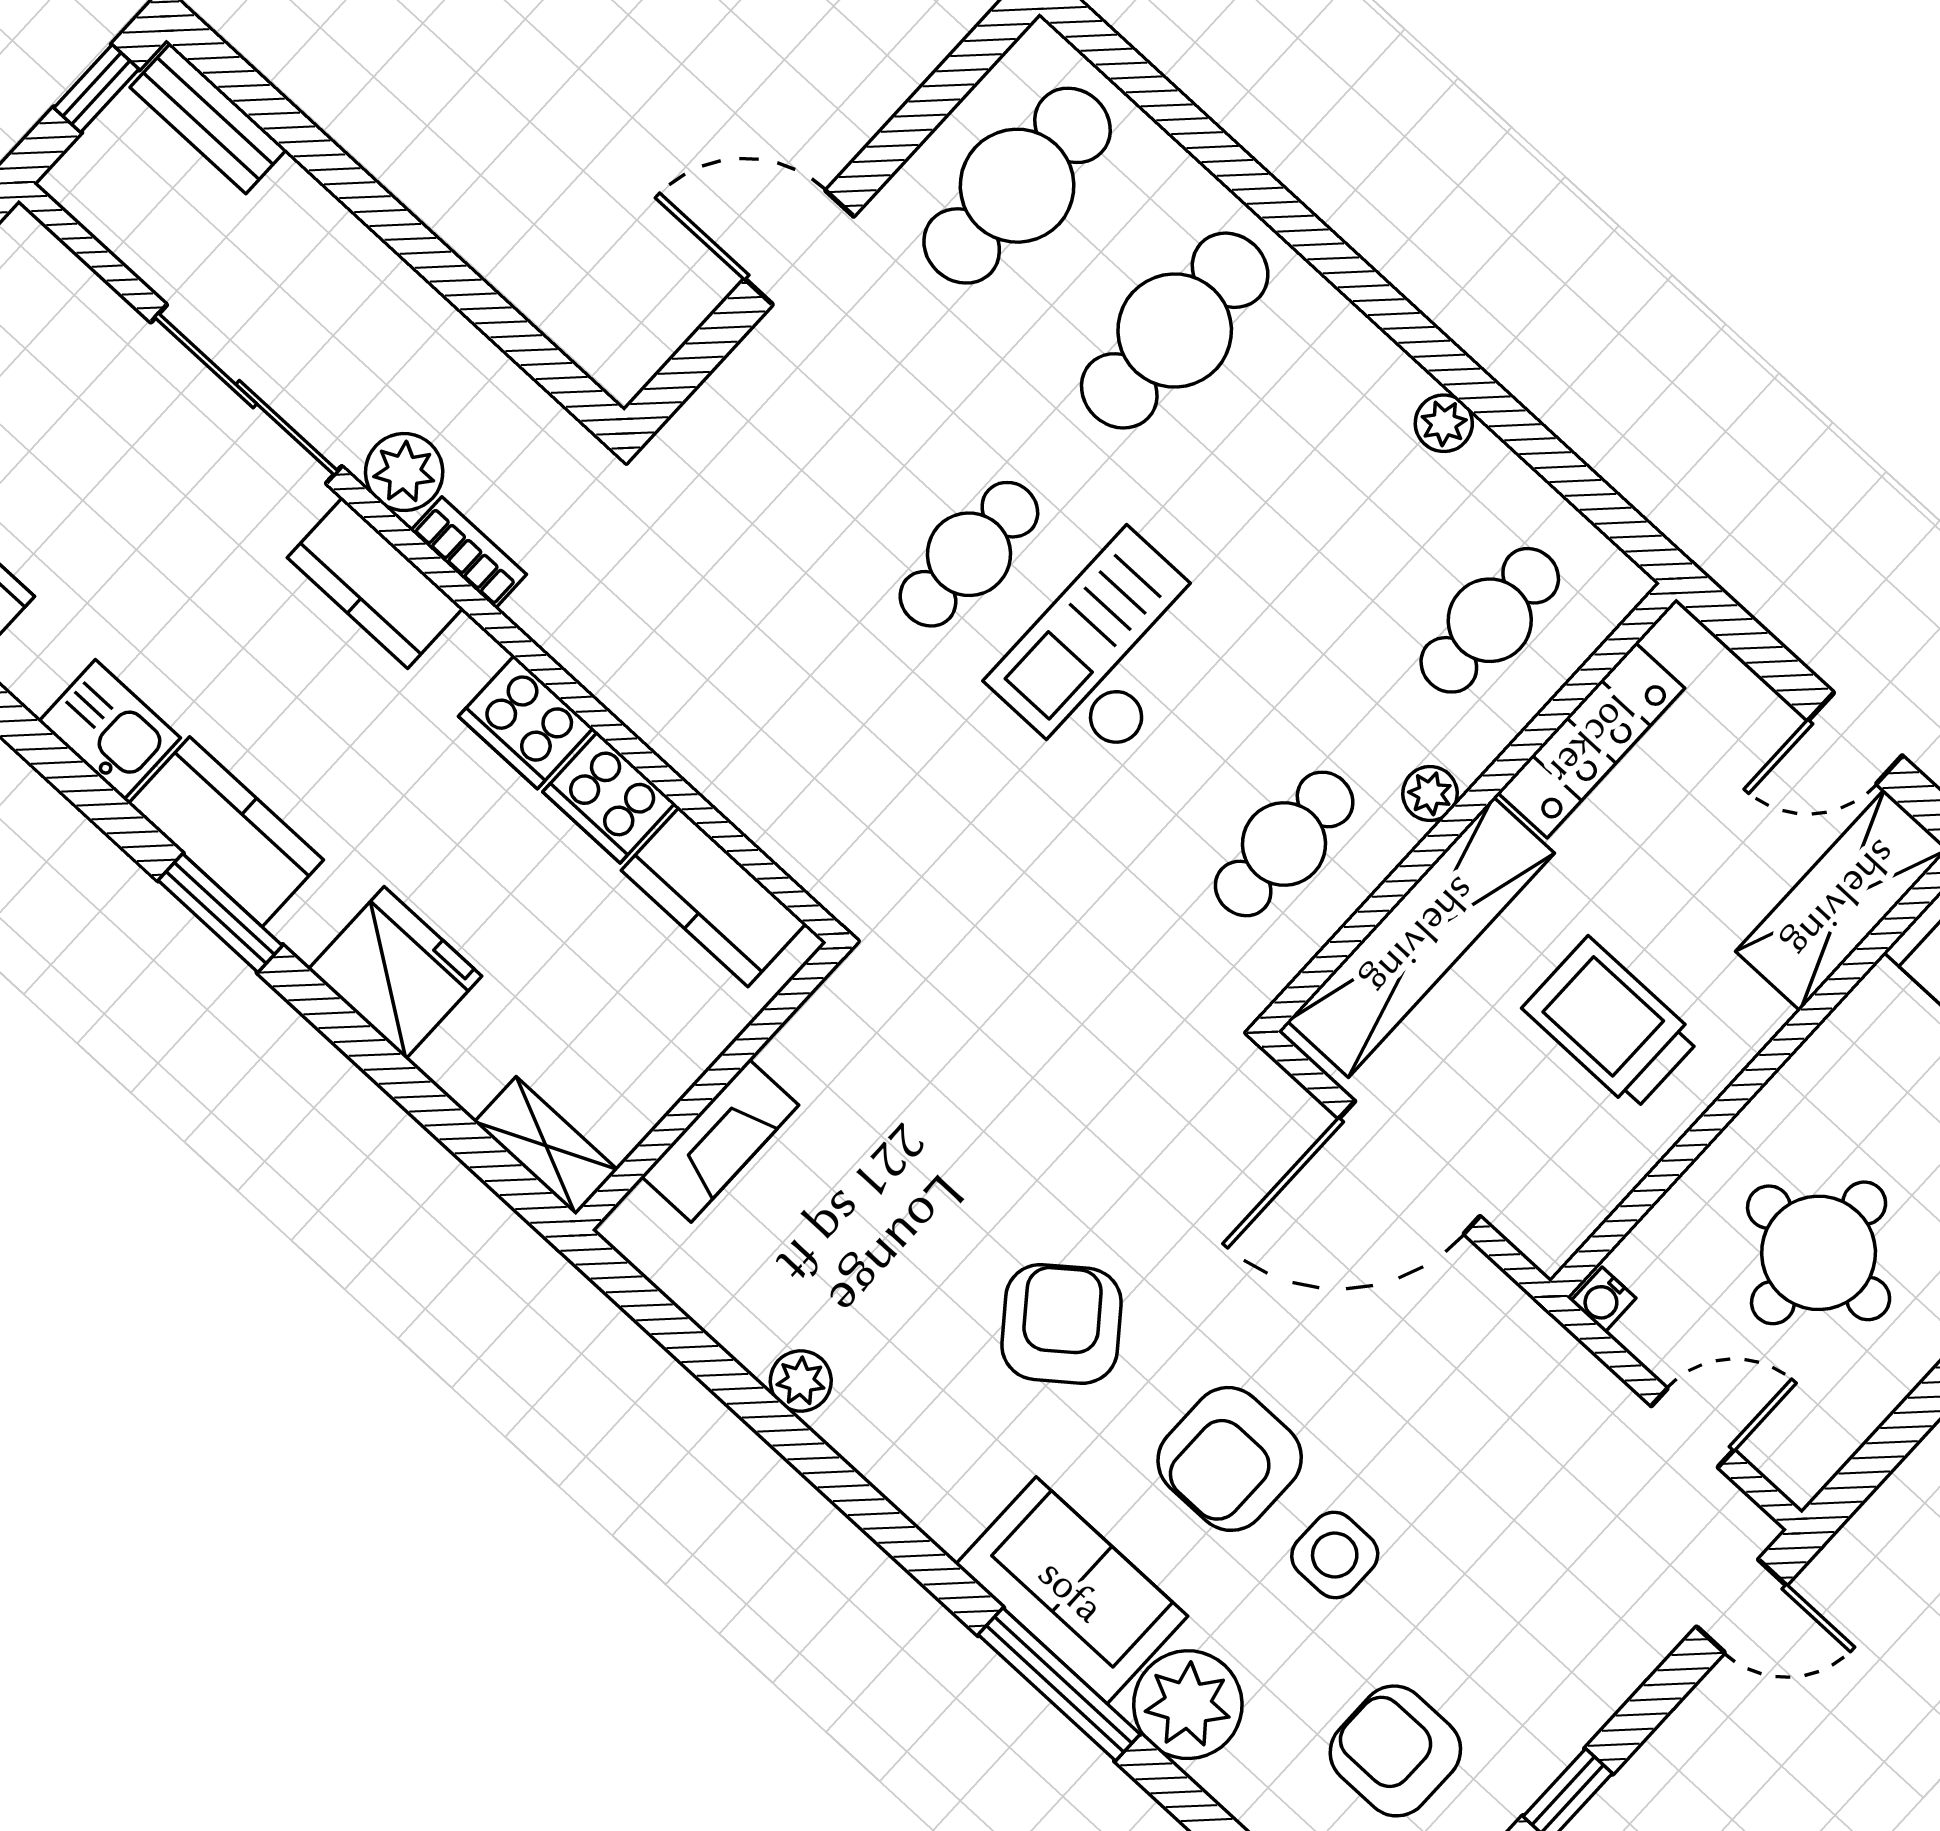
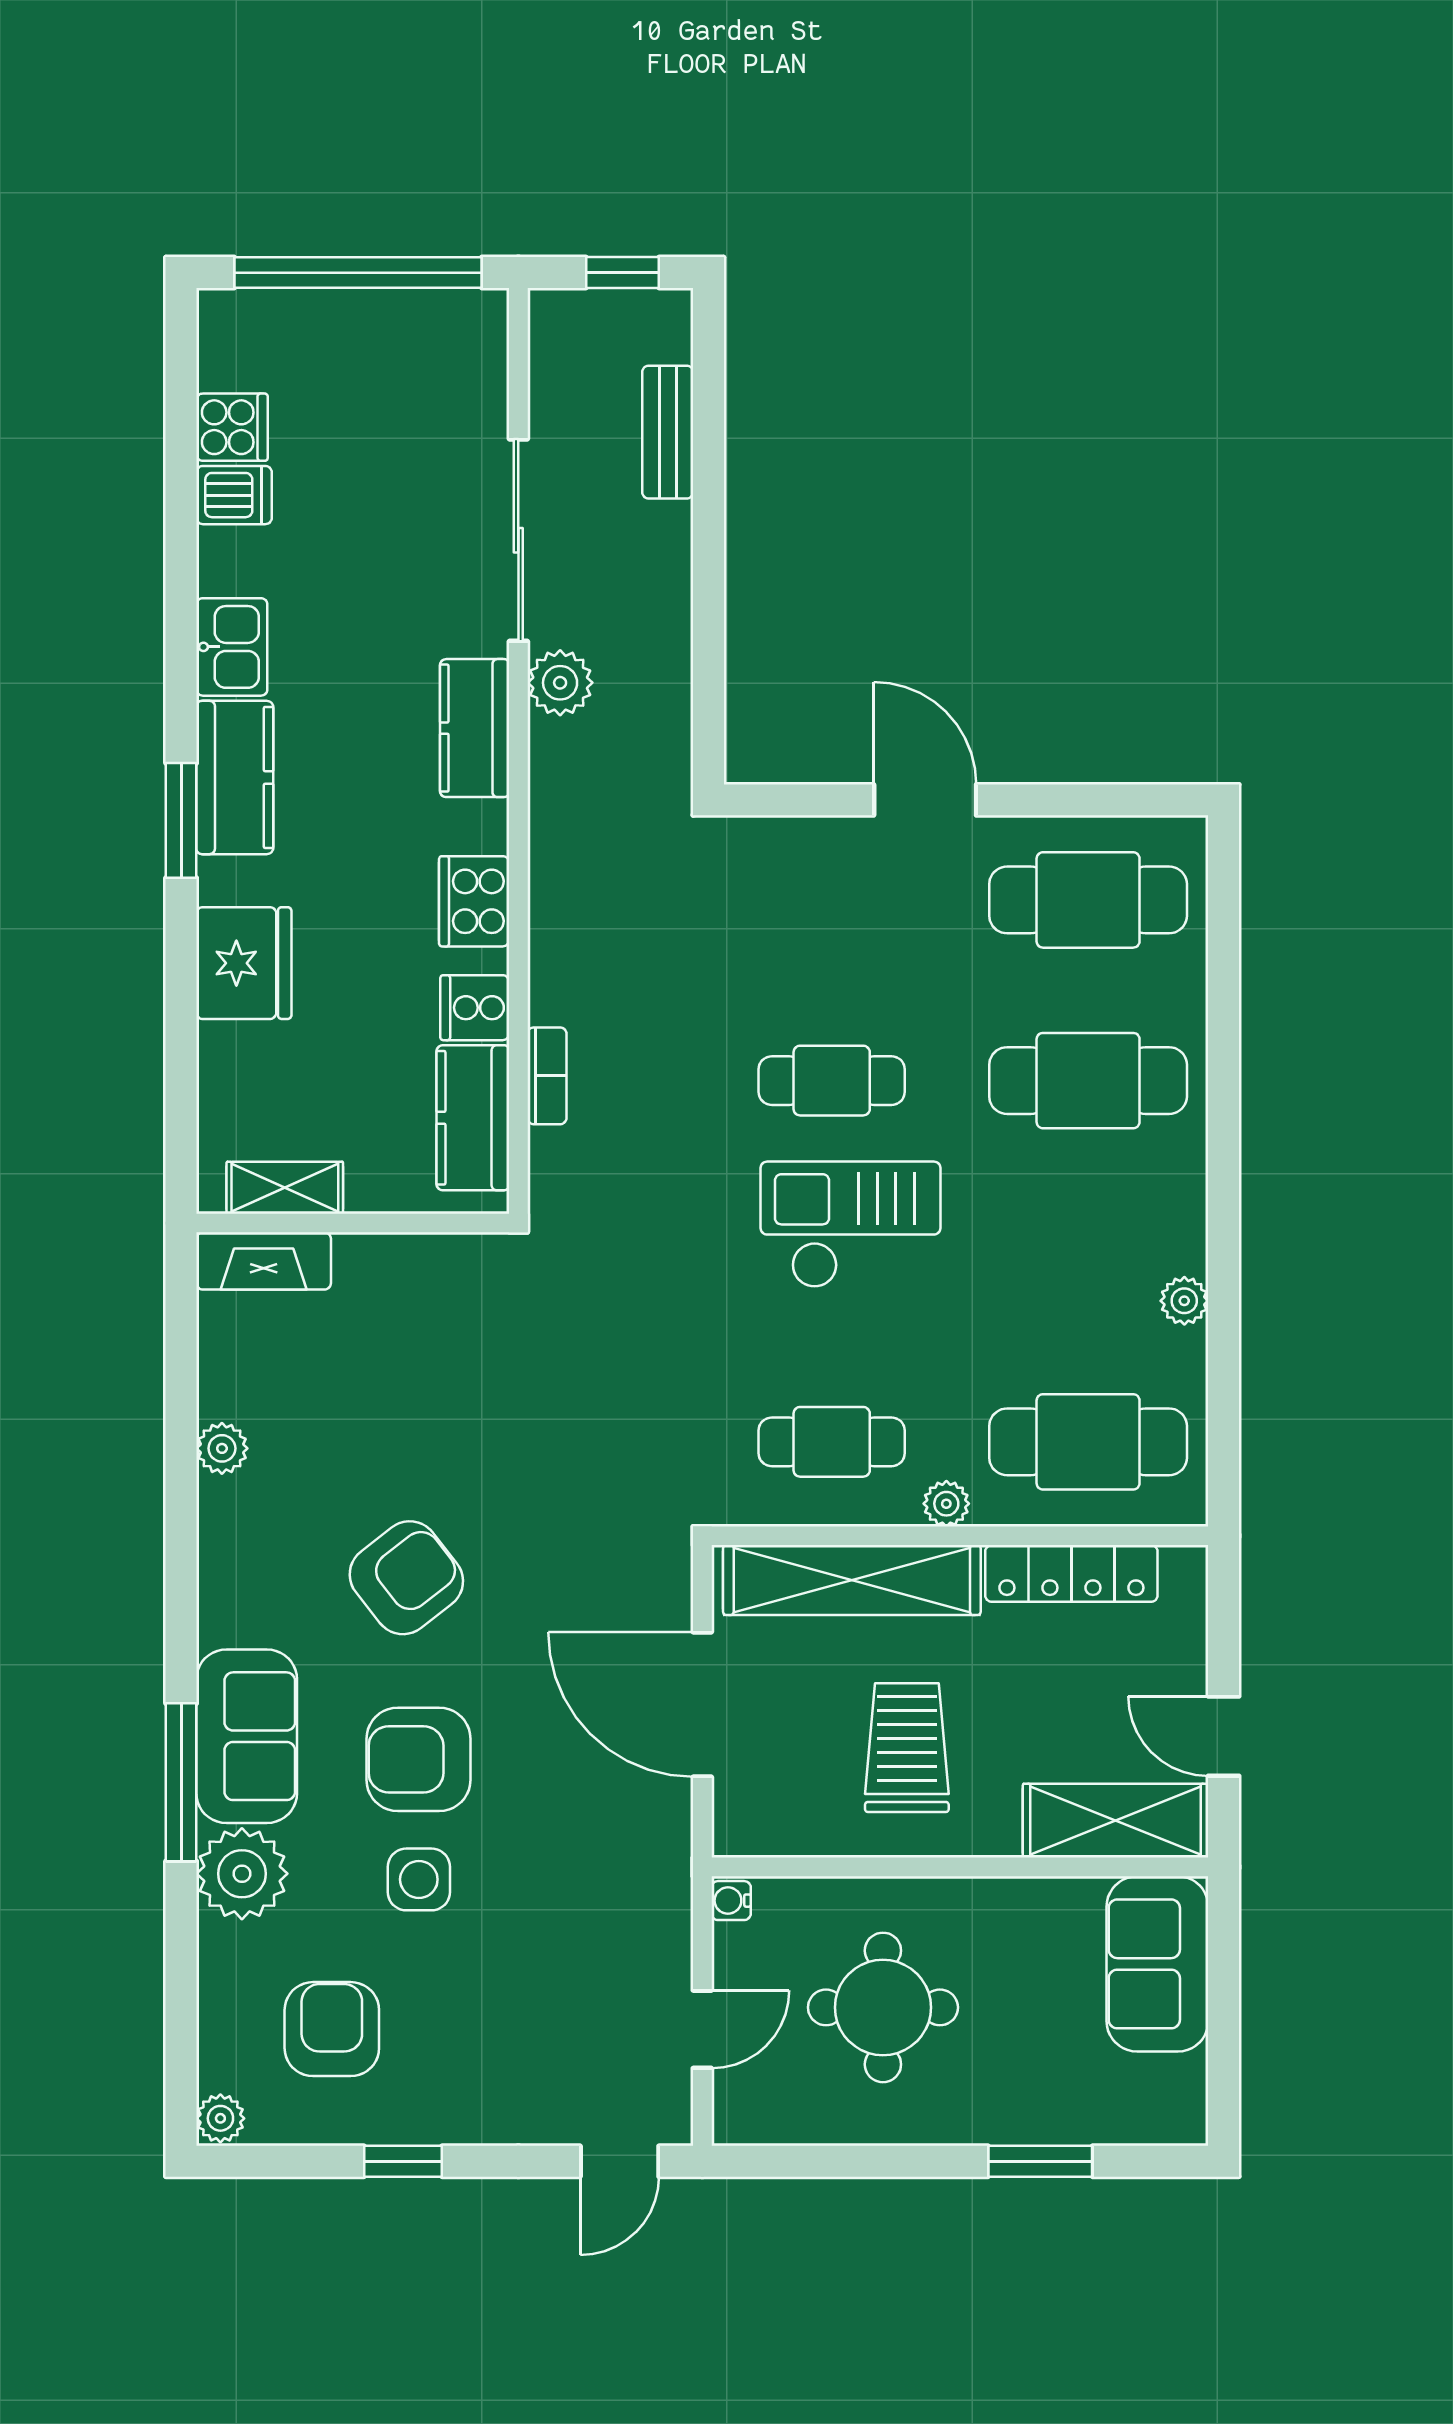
bench: (208, 118) -> (668, 432), moved
bookcase: (469, 552) -> (547, 1076), moved
cafe table: (1490, 620) -> (1088, 1442), width x1.37, depth x1.35
cooker: (609, 797) -> (475, 1008), width x0.73
fireplace: (720, 1141) -> (264, 1261), moved
shelving: (546, 1146) -> (285, 1188), moved, turned 90
door: (1693, 1428) -> (702, 2029), hinge flipped
door: (1741, 1606) -> (620, 2161), hinge flipped

